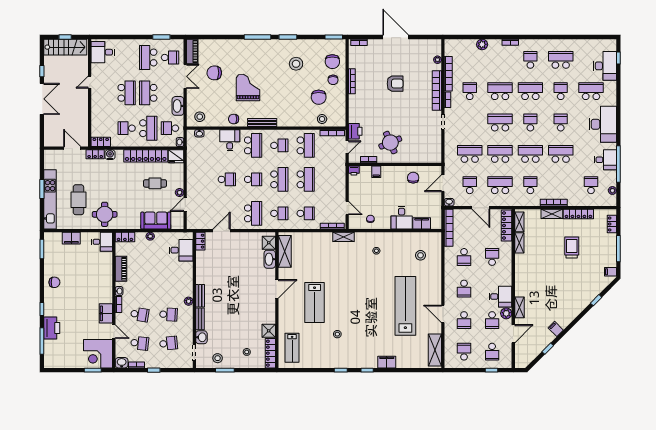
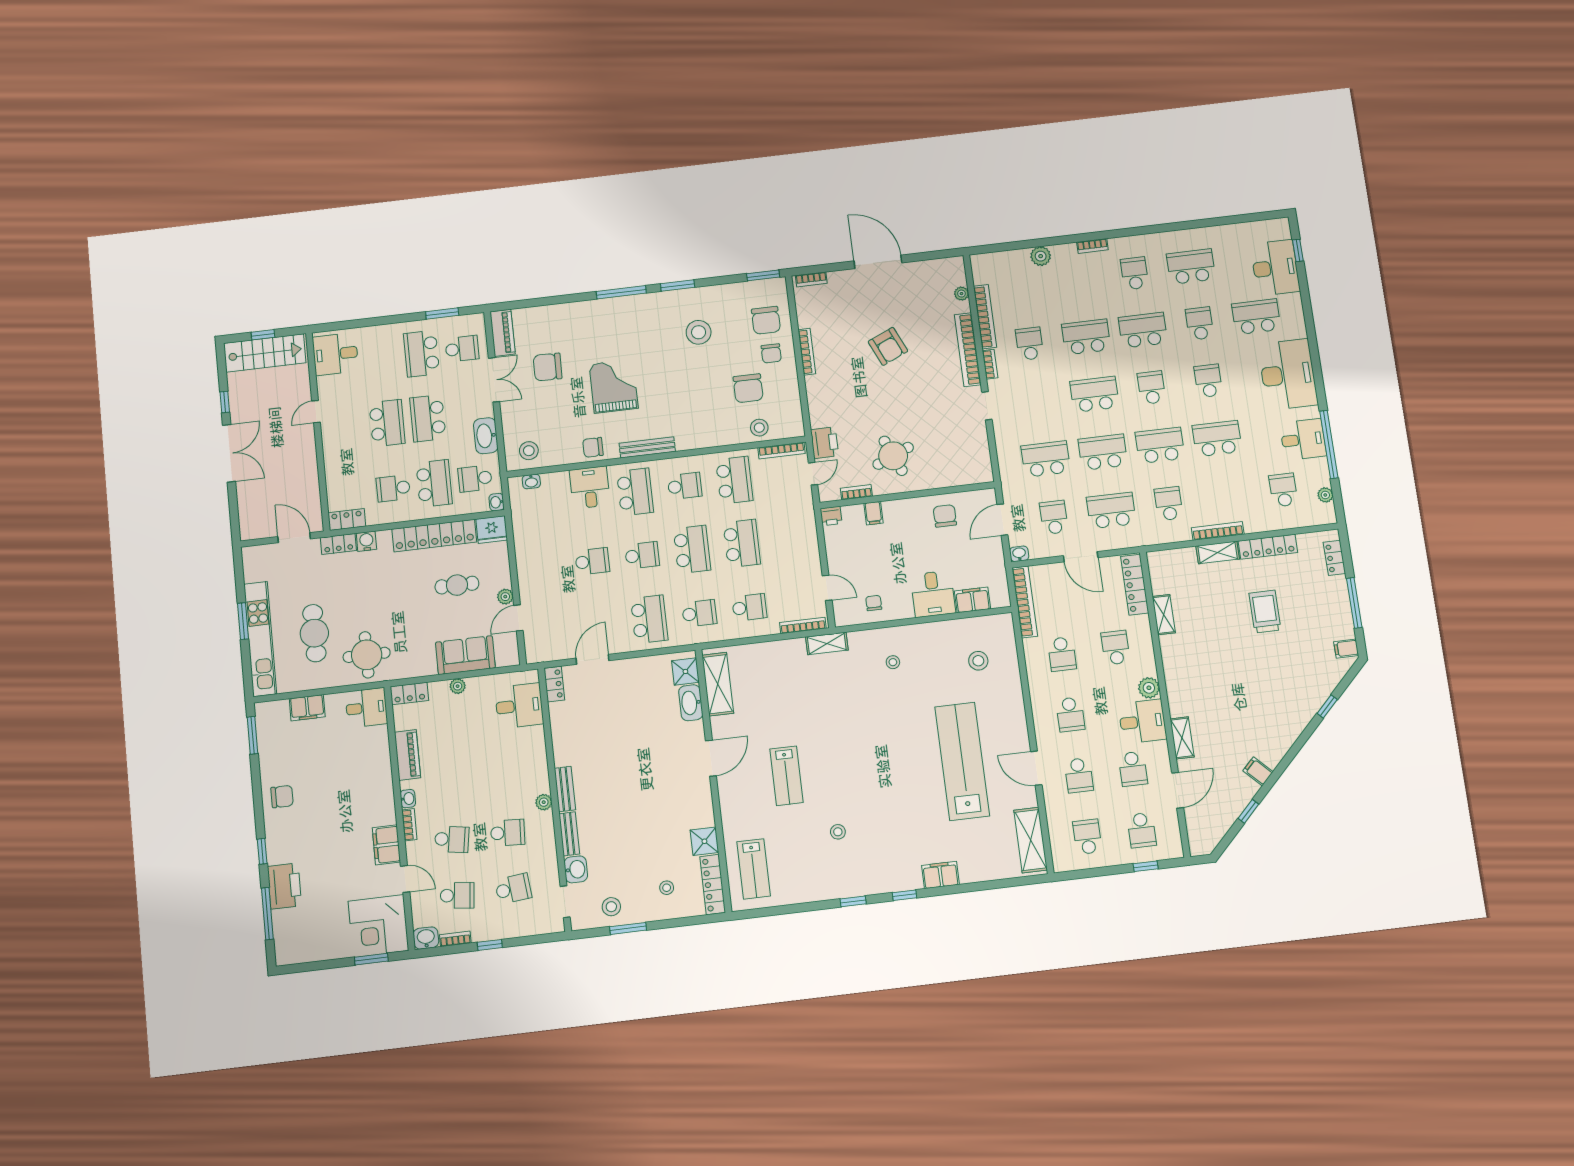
armchair: (395, 84) -> (888, 346), turned 66
shelving: (519, 222) -> (1158, 575), removed
lab bench: (315, 303) -> (787, 776), width x0.73, depth x0.72
plant: (506, 313) -> (1149, 688), moved

